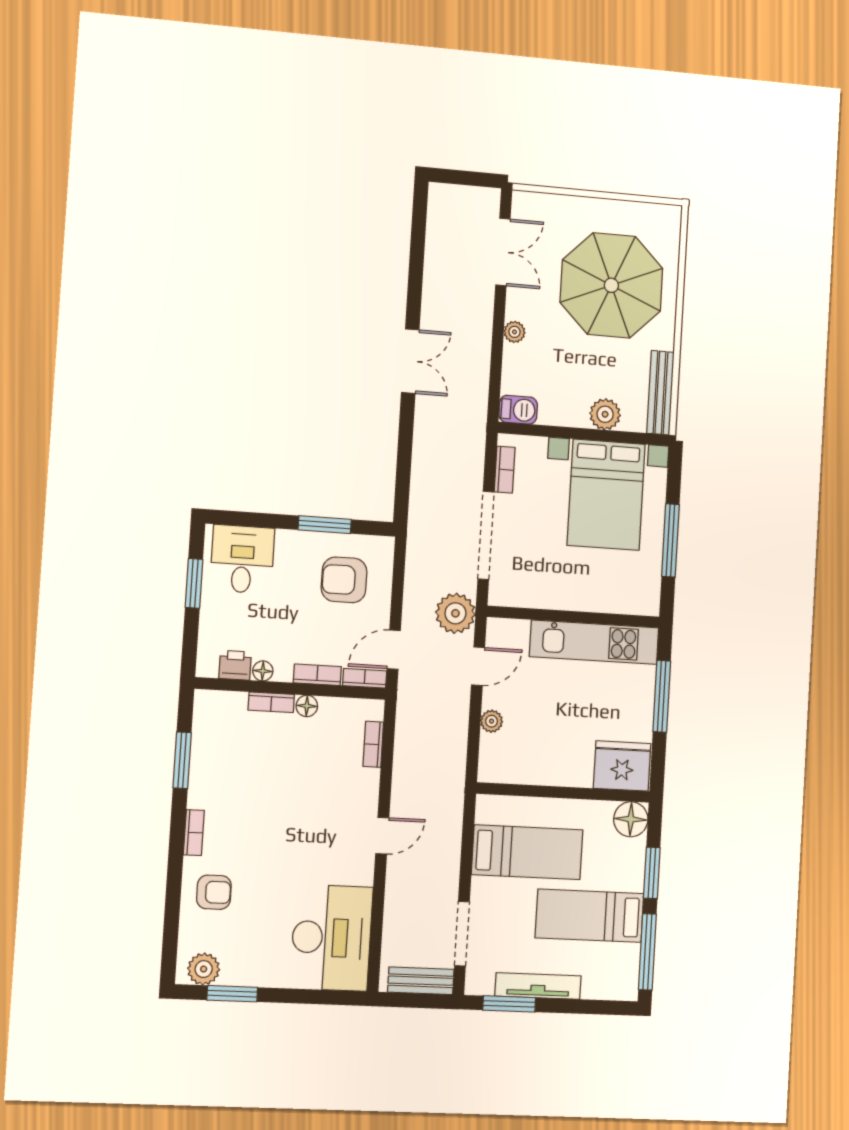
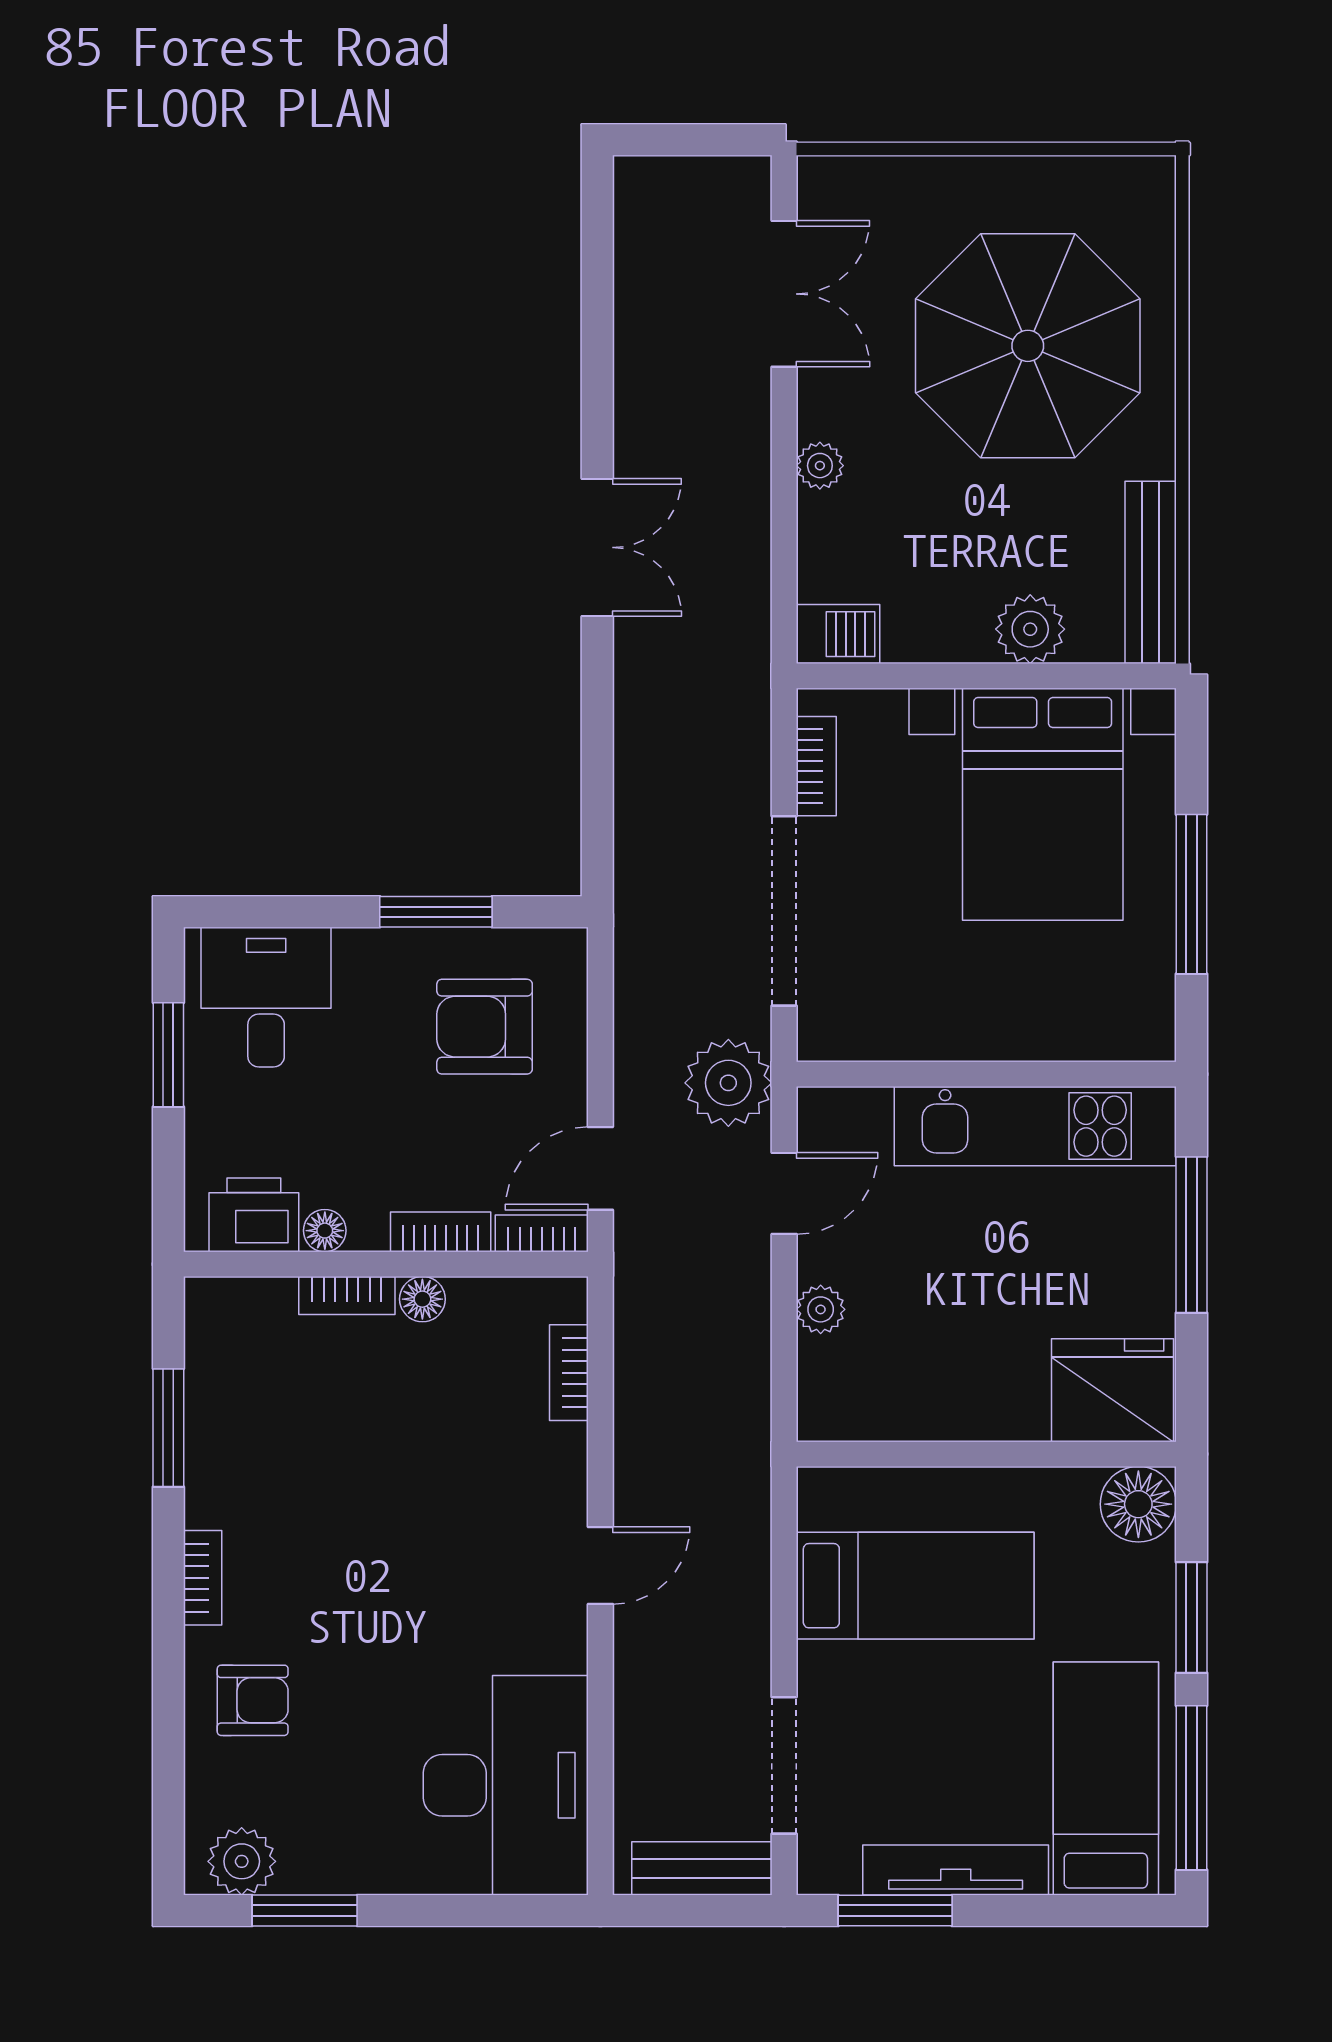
printer: (235, 665) -> (254, 1215), width x1.36, depth x1.24
bed: (590, 916) -> (1106, 1778), moved, turned 90

